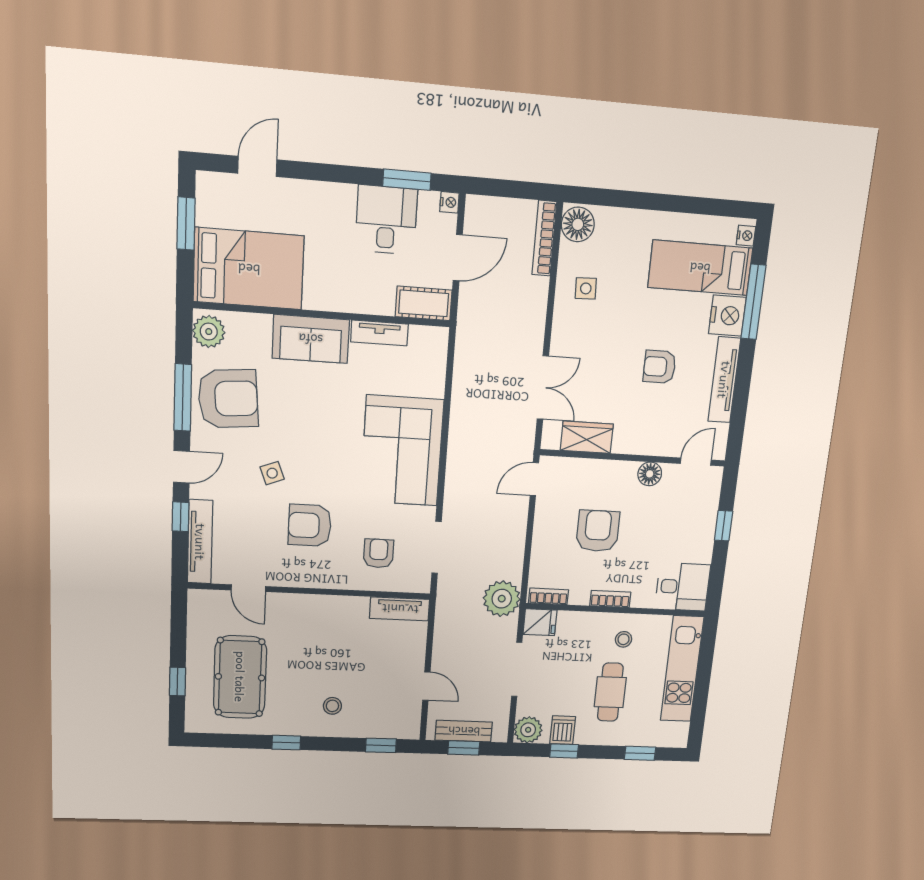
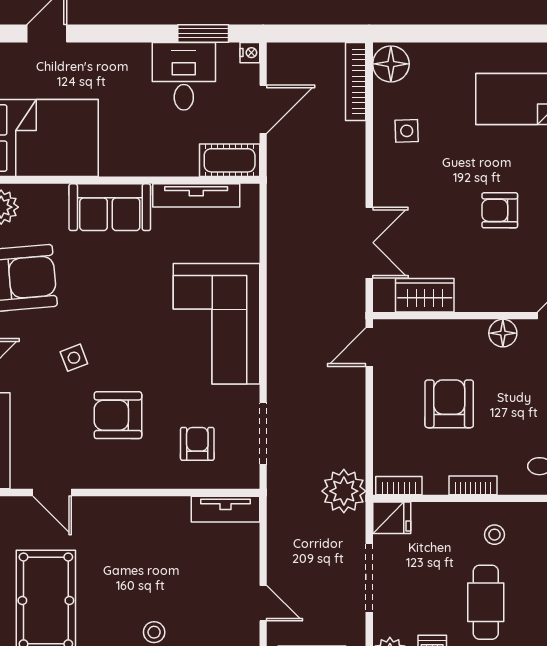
tv unit: (379, 333) -> (196, 195), width x1.41

